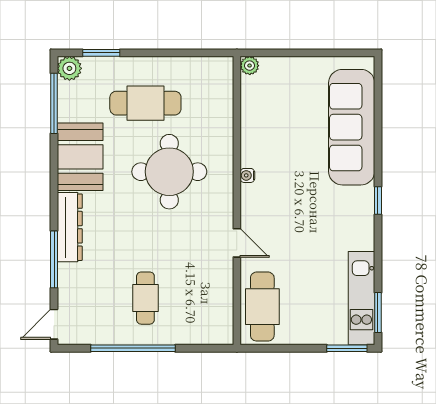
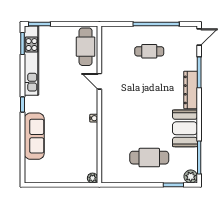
sofa: (352, 127) -> (34, 136), width x0.74, depth x0.79
round table: (169, 172) -> (136, 120), removed
cafe table: (145, 298) -> (149, 51), turned 90
kitchen unit: (361, 298) -> (32, 61), width x1.36

